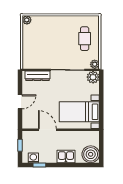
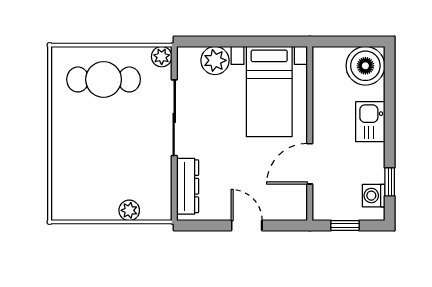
plant: (27, 20) -> (129, 210), moved
cafe table: (85, 39) -> (104, 79), width x1.37, depth x1.35
plant: (93, 77) -> (215, 60), moved

